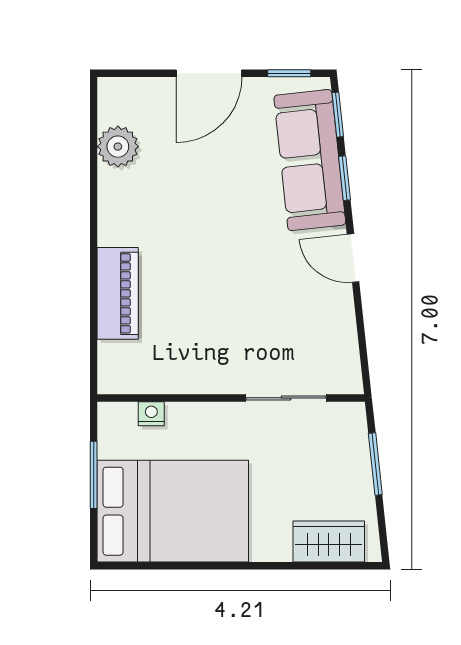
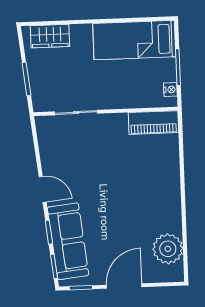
plant: (118, 147) -> (168, 249), width x1.36, depth x1.36
piano: (118, 293) -> (153, 123), moved, turned -90
nightstand: (151, 414) -> (170, 89), moved, turned -90
bed: (173, 511) -> (134, 40), width x0.67

